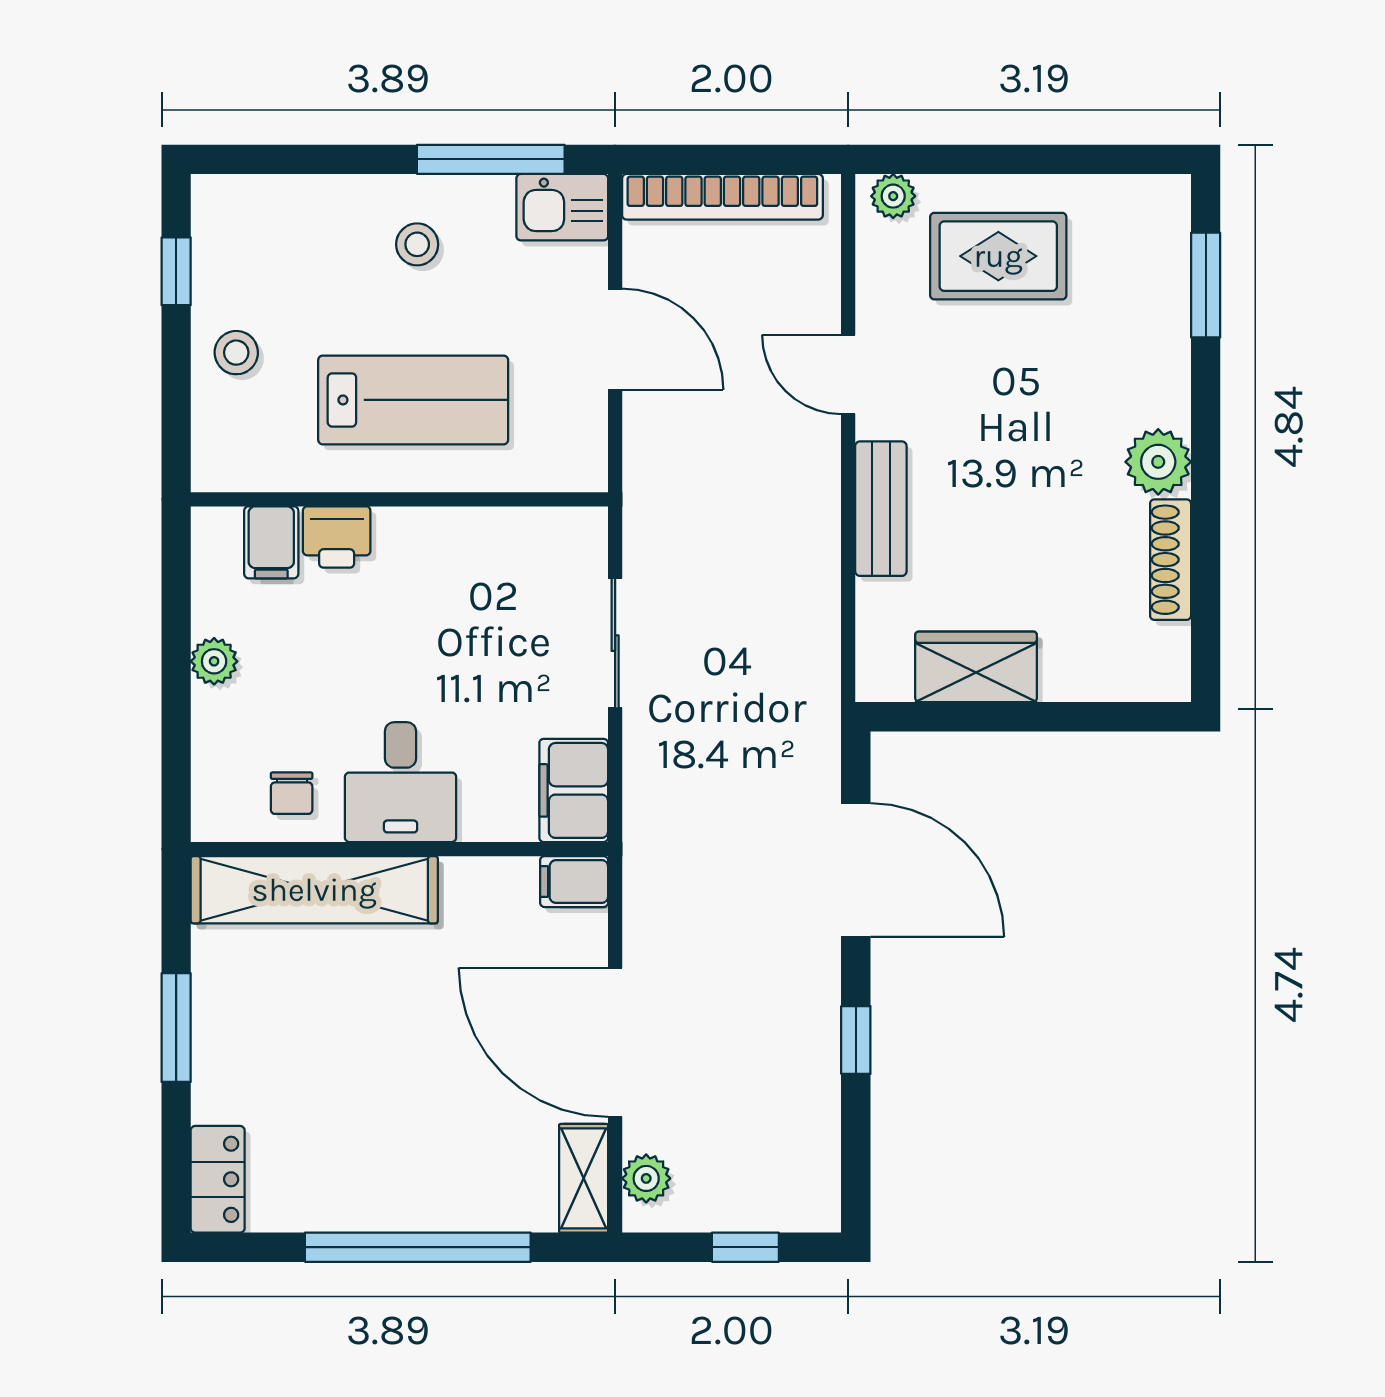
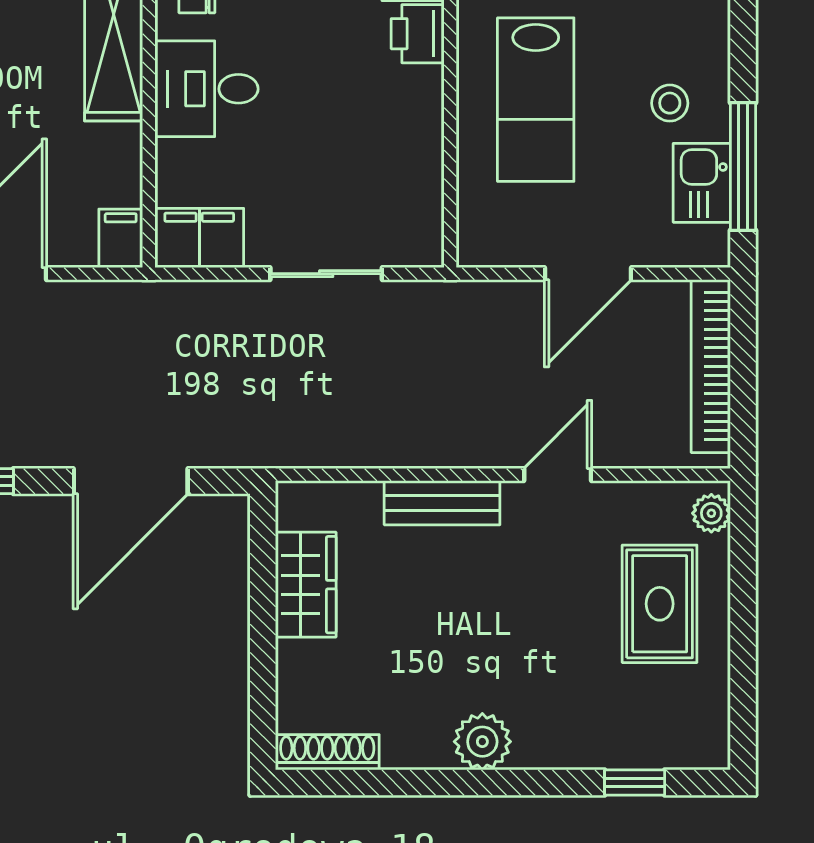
kitchen sink: (562, 207) -> (702, 183), moved
window: (1206, 285) -> (635, 782), width x0.67
shoe rack: (1171, 560) -> (327, 752), moved

